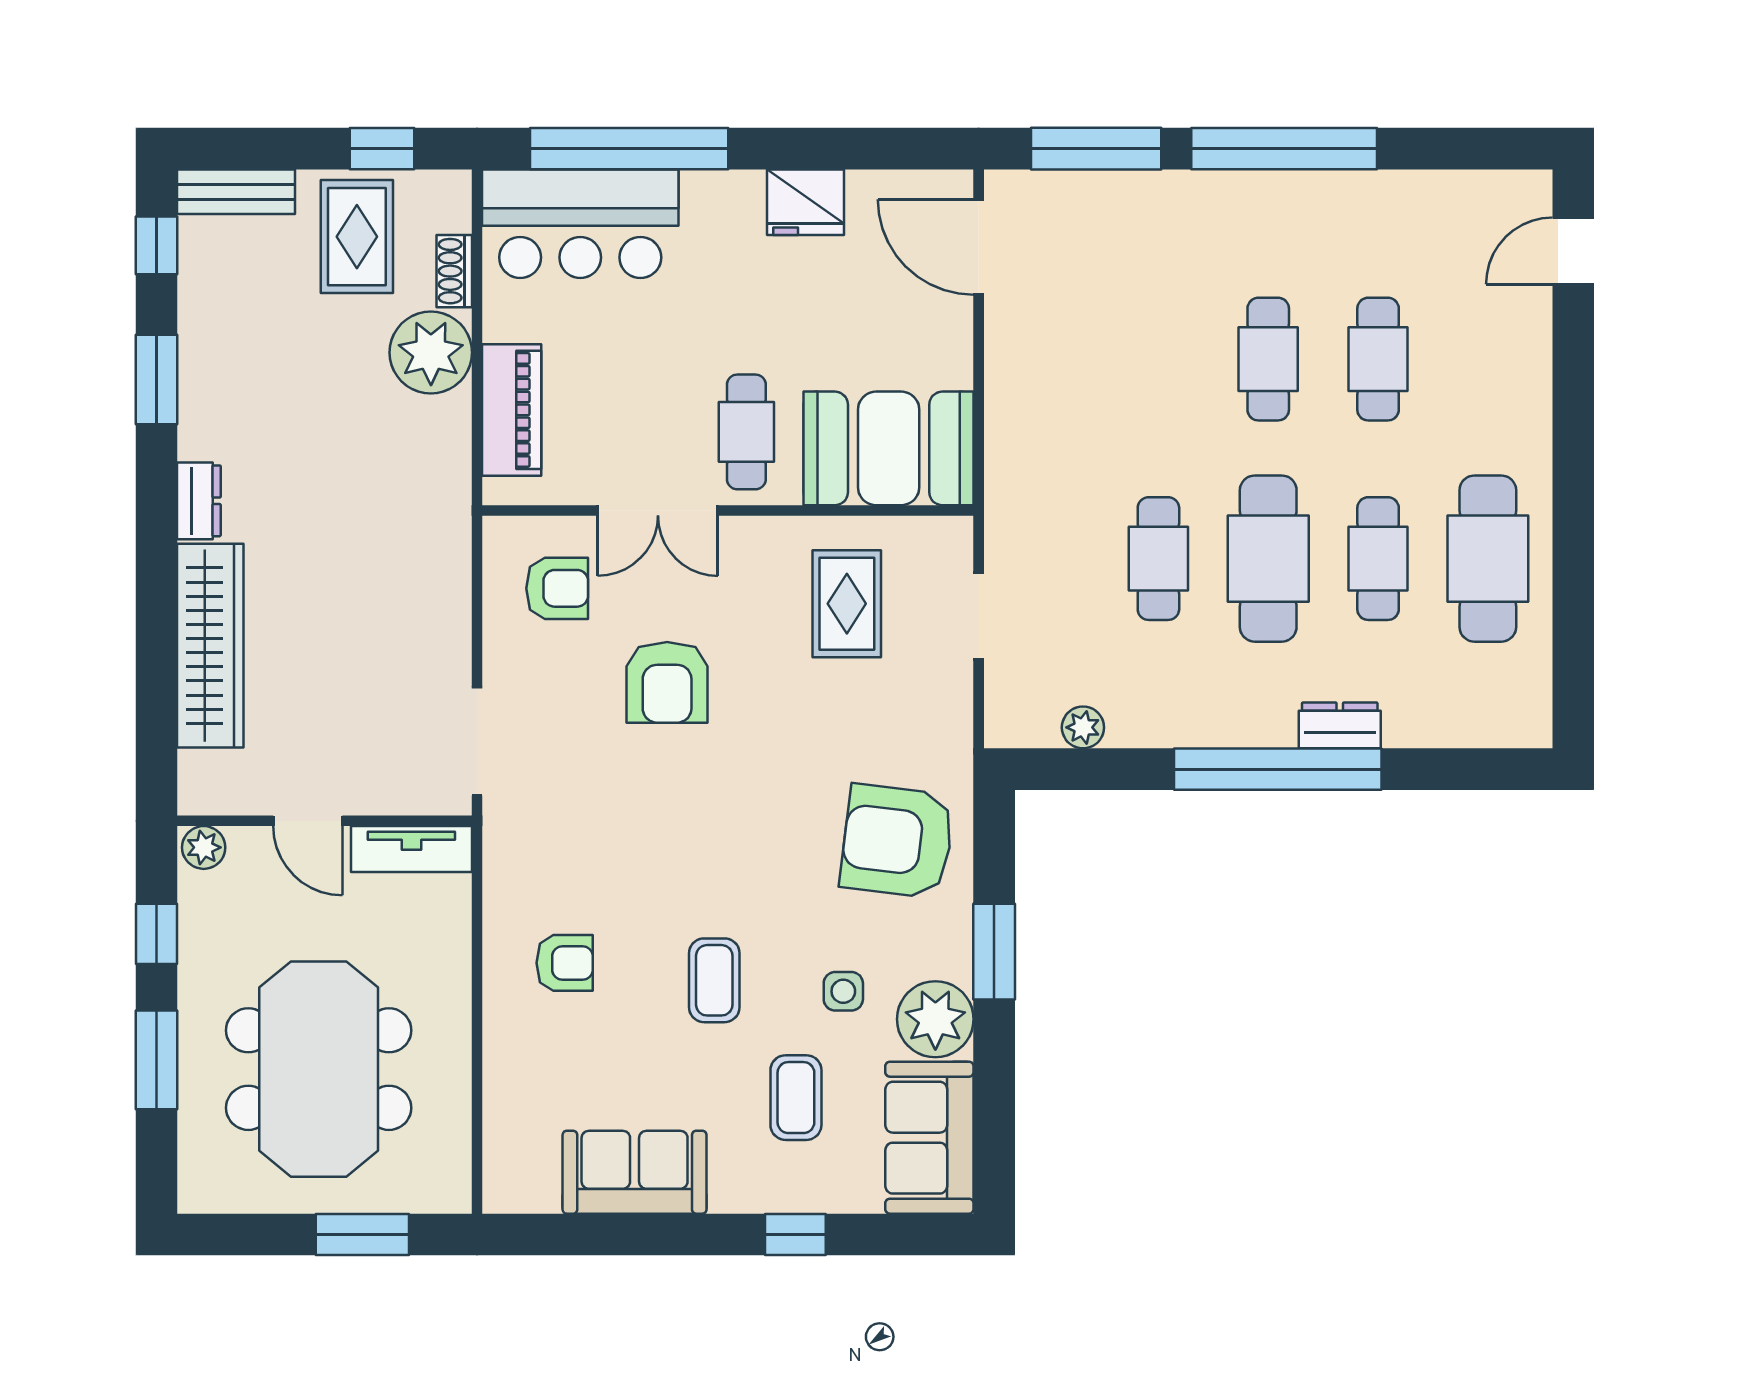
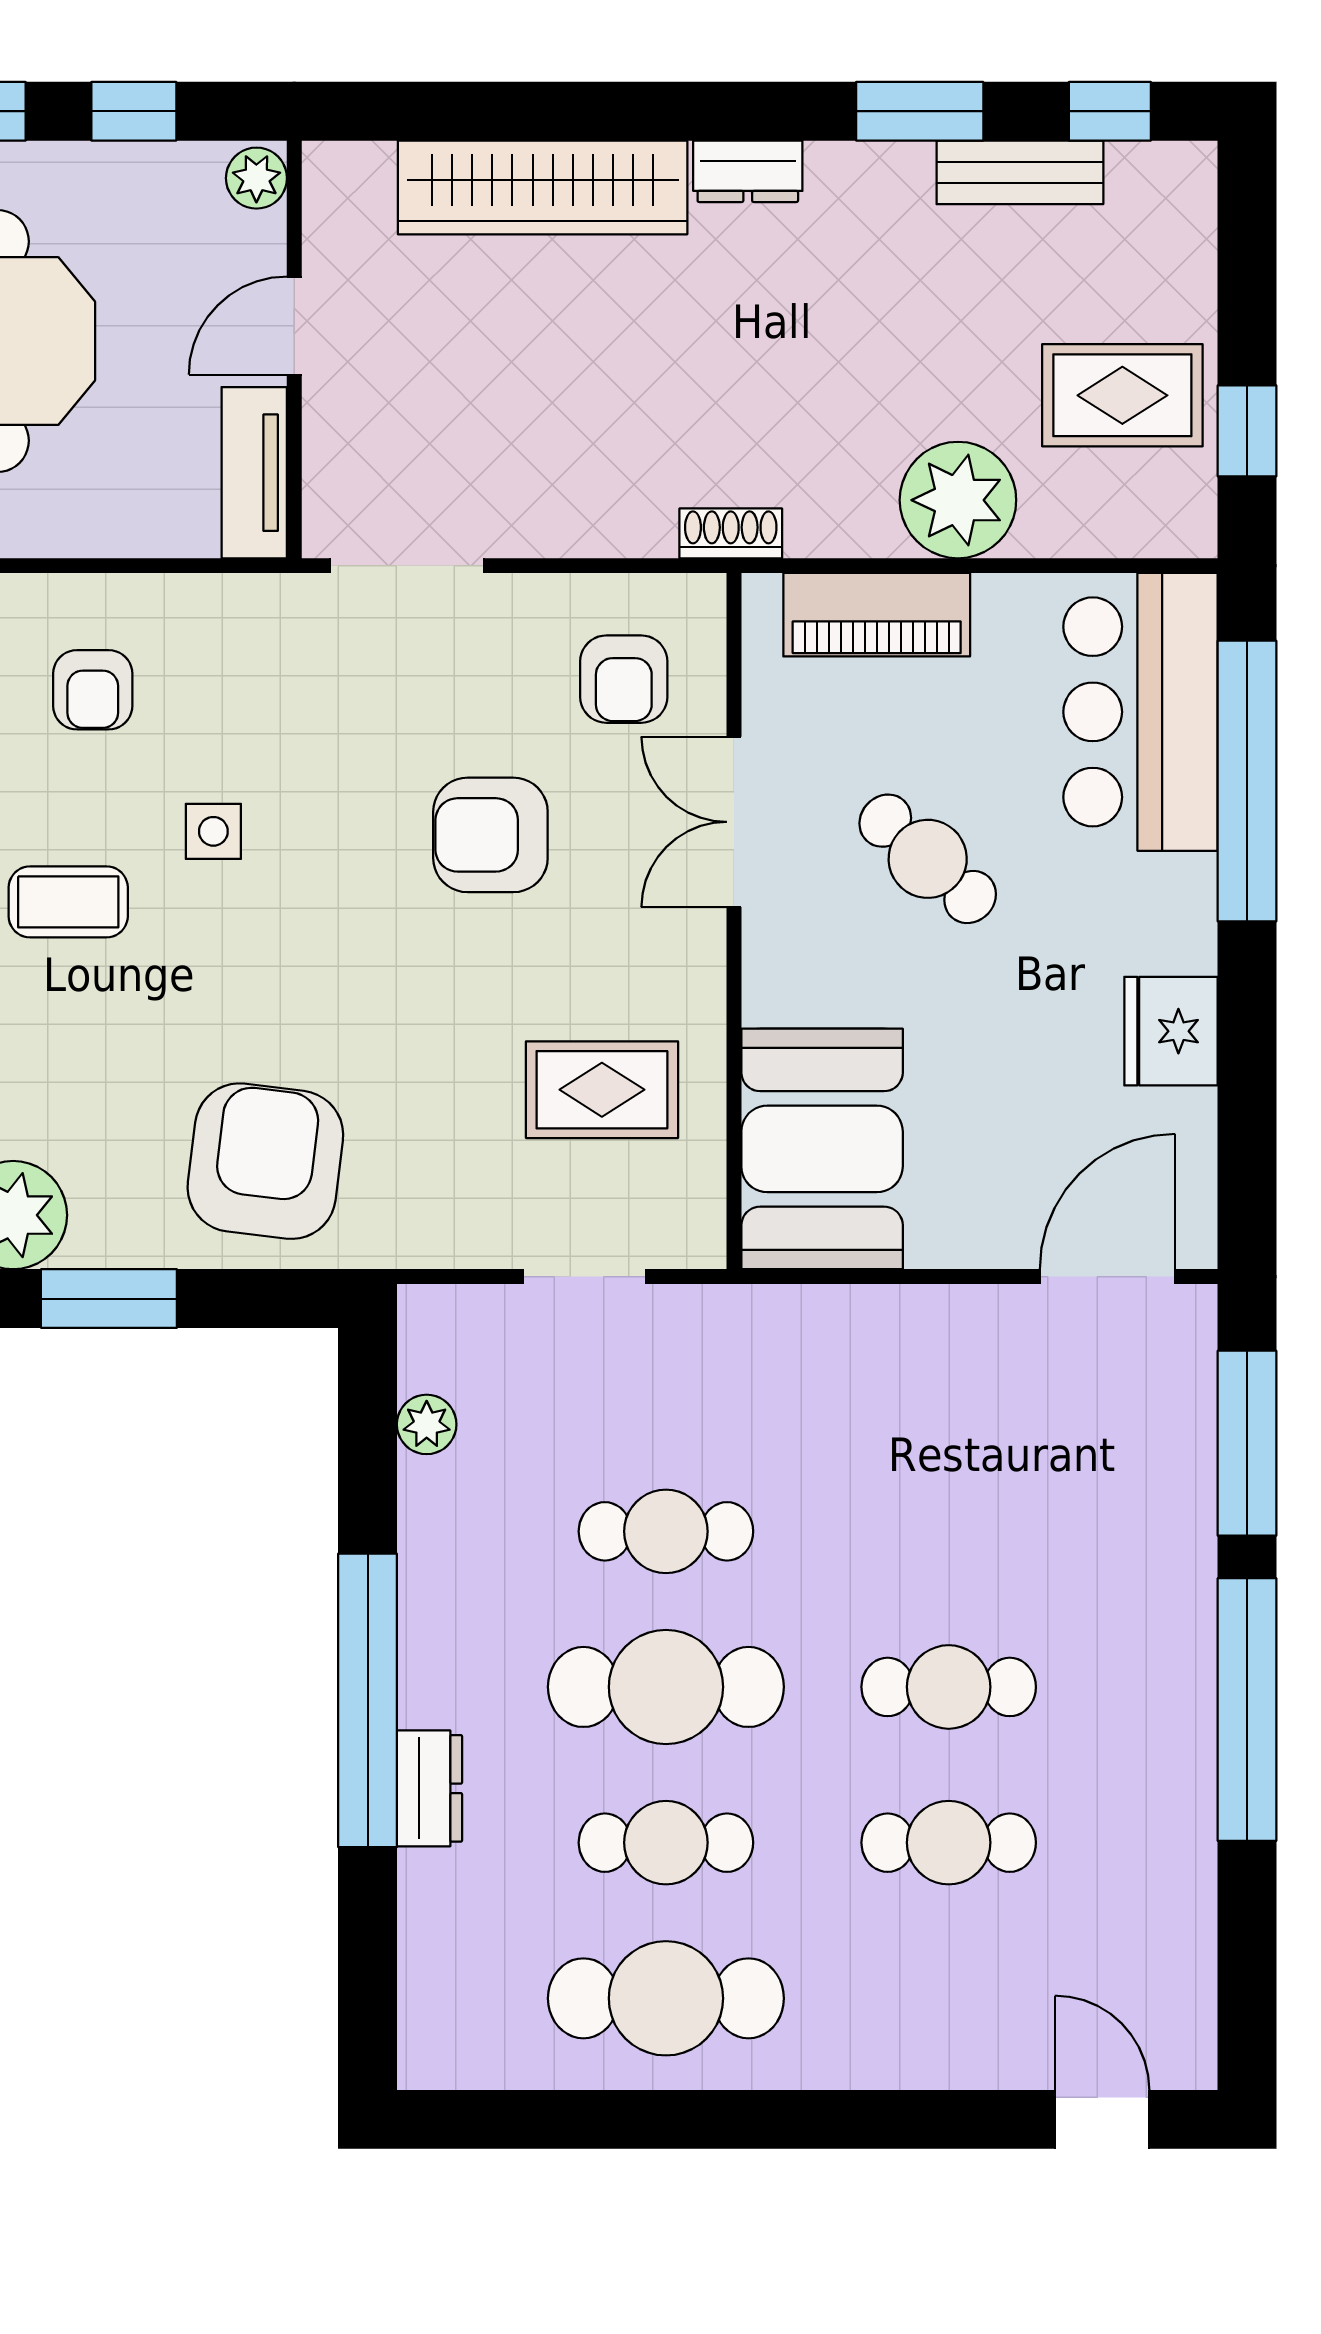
bench: (236, 192) -> (1020, 172), moved, turned 90
shoe rack: (454, 271) -> (731, 533), moved
cafe table: (746, 432) -> (928, 859), moved, turned 42
side table: (843, 991) -> (213, 831), moved

